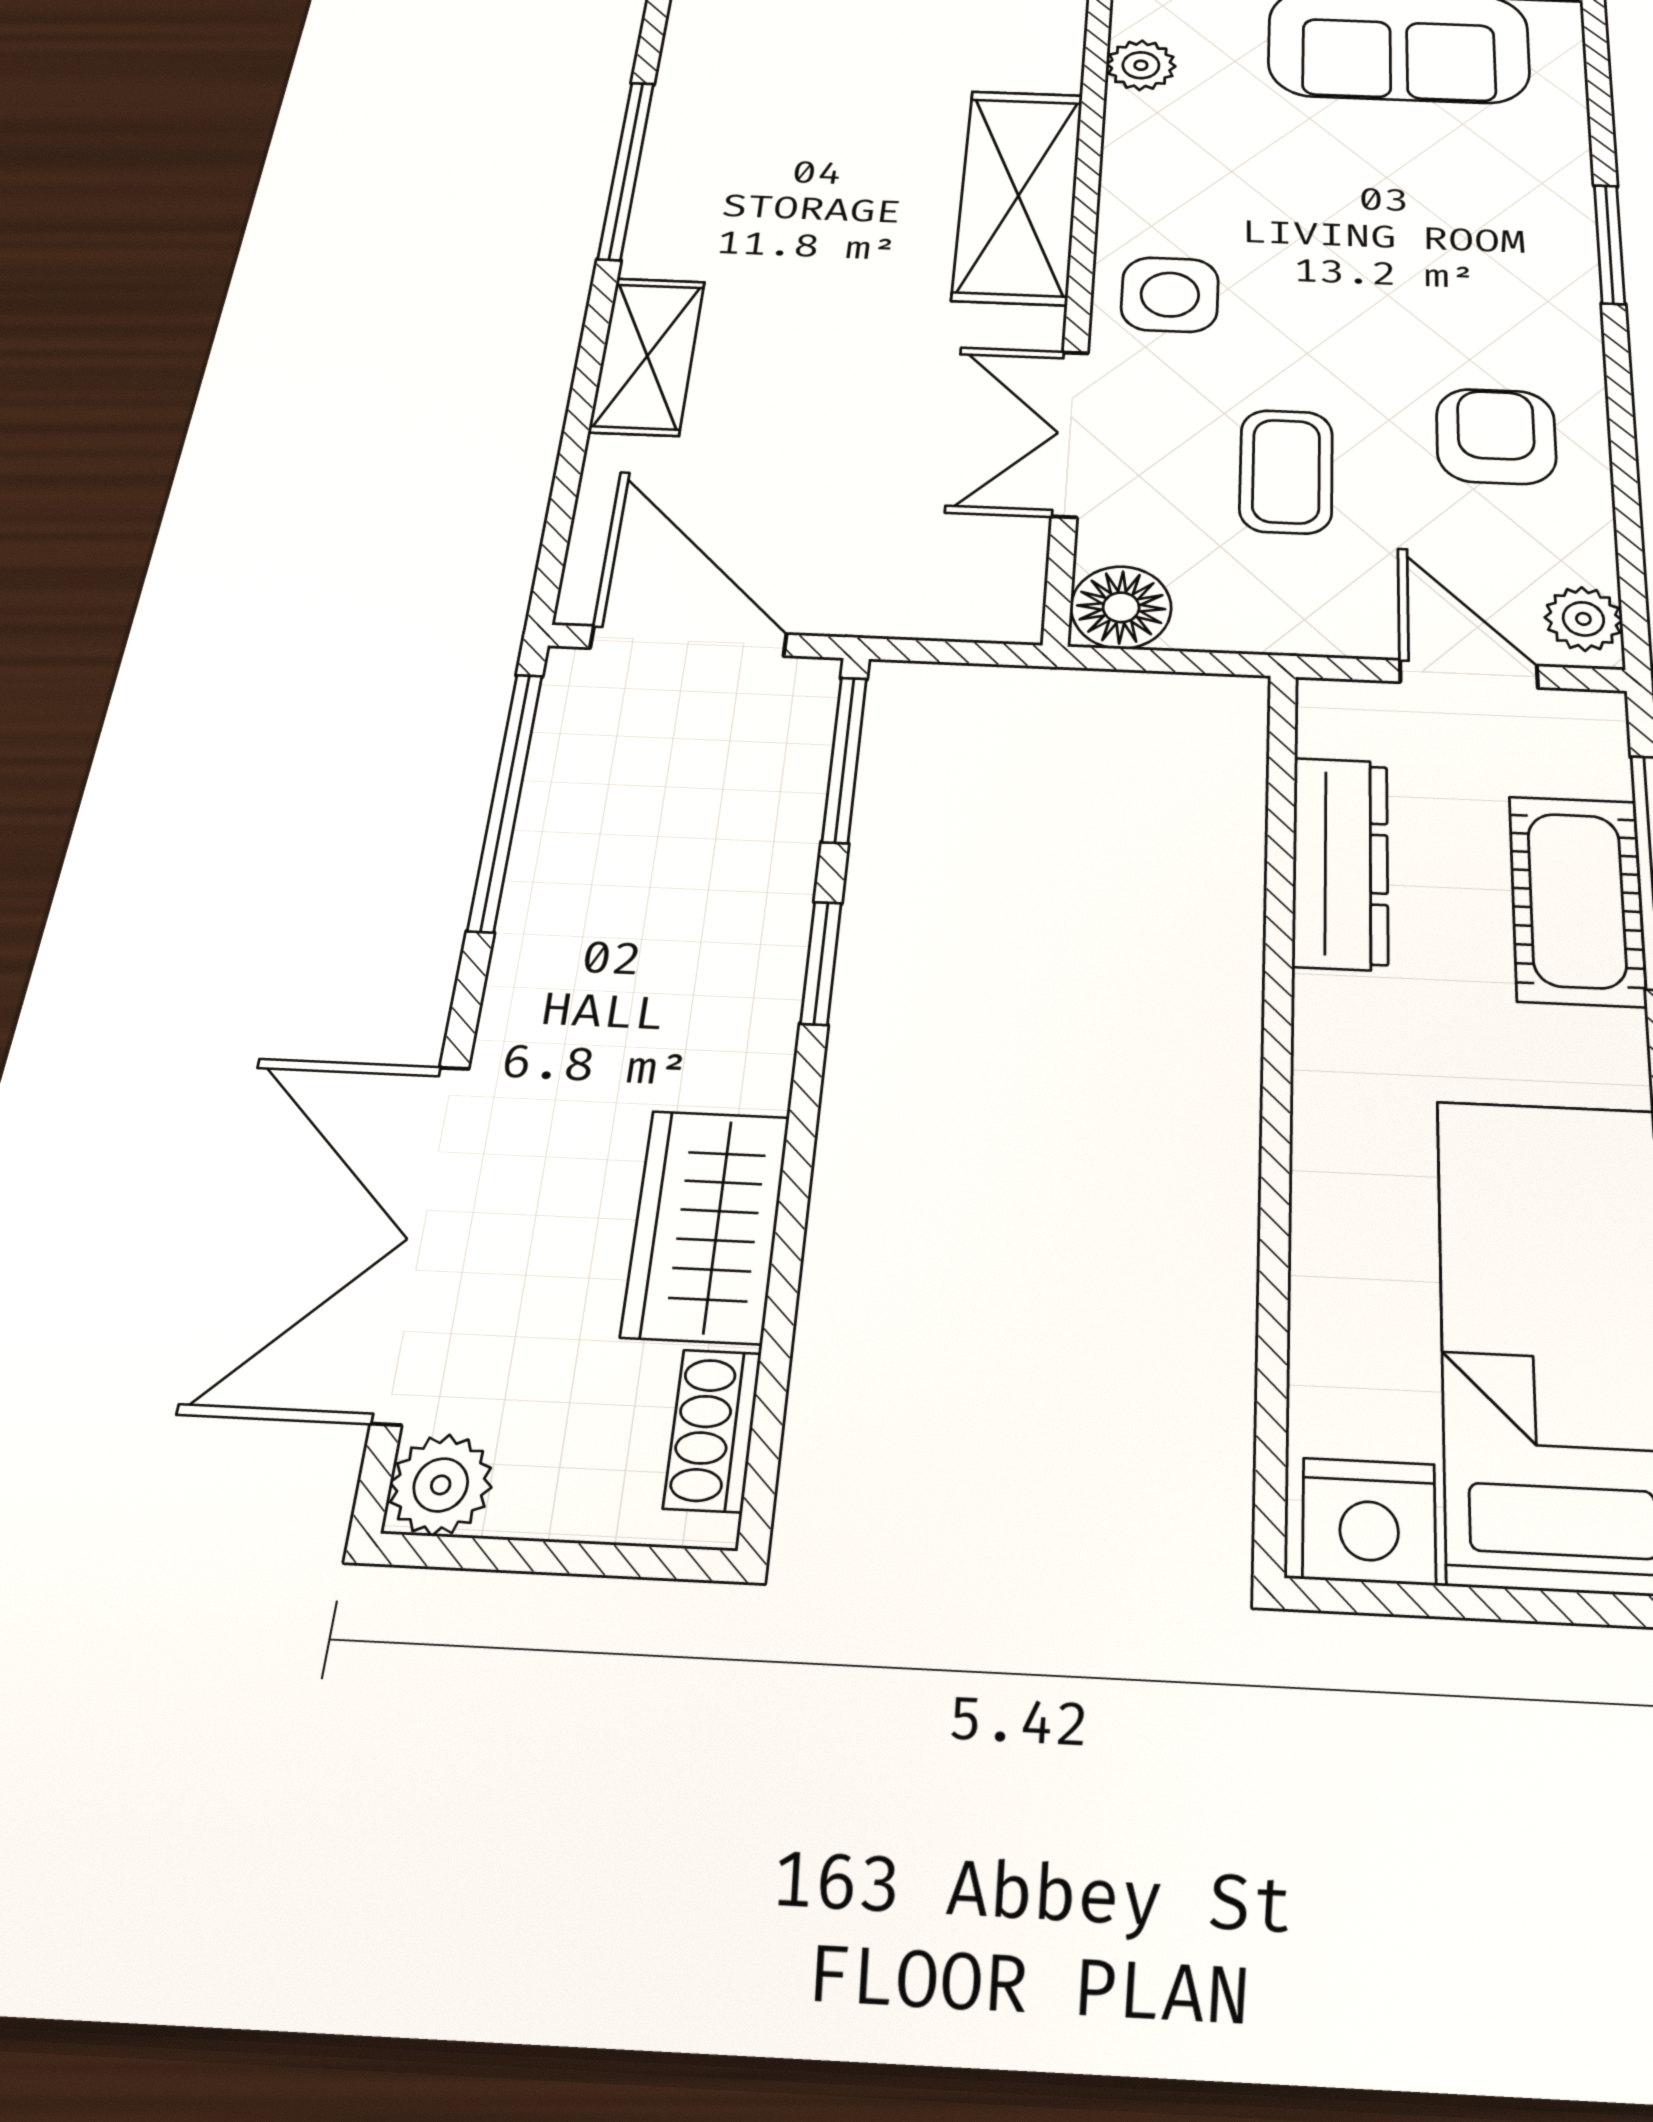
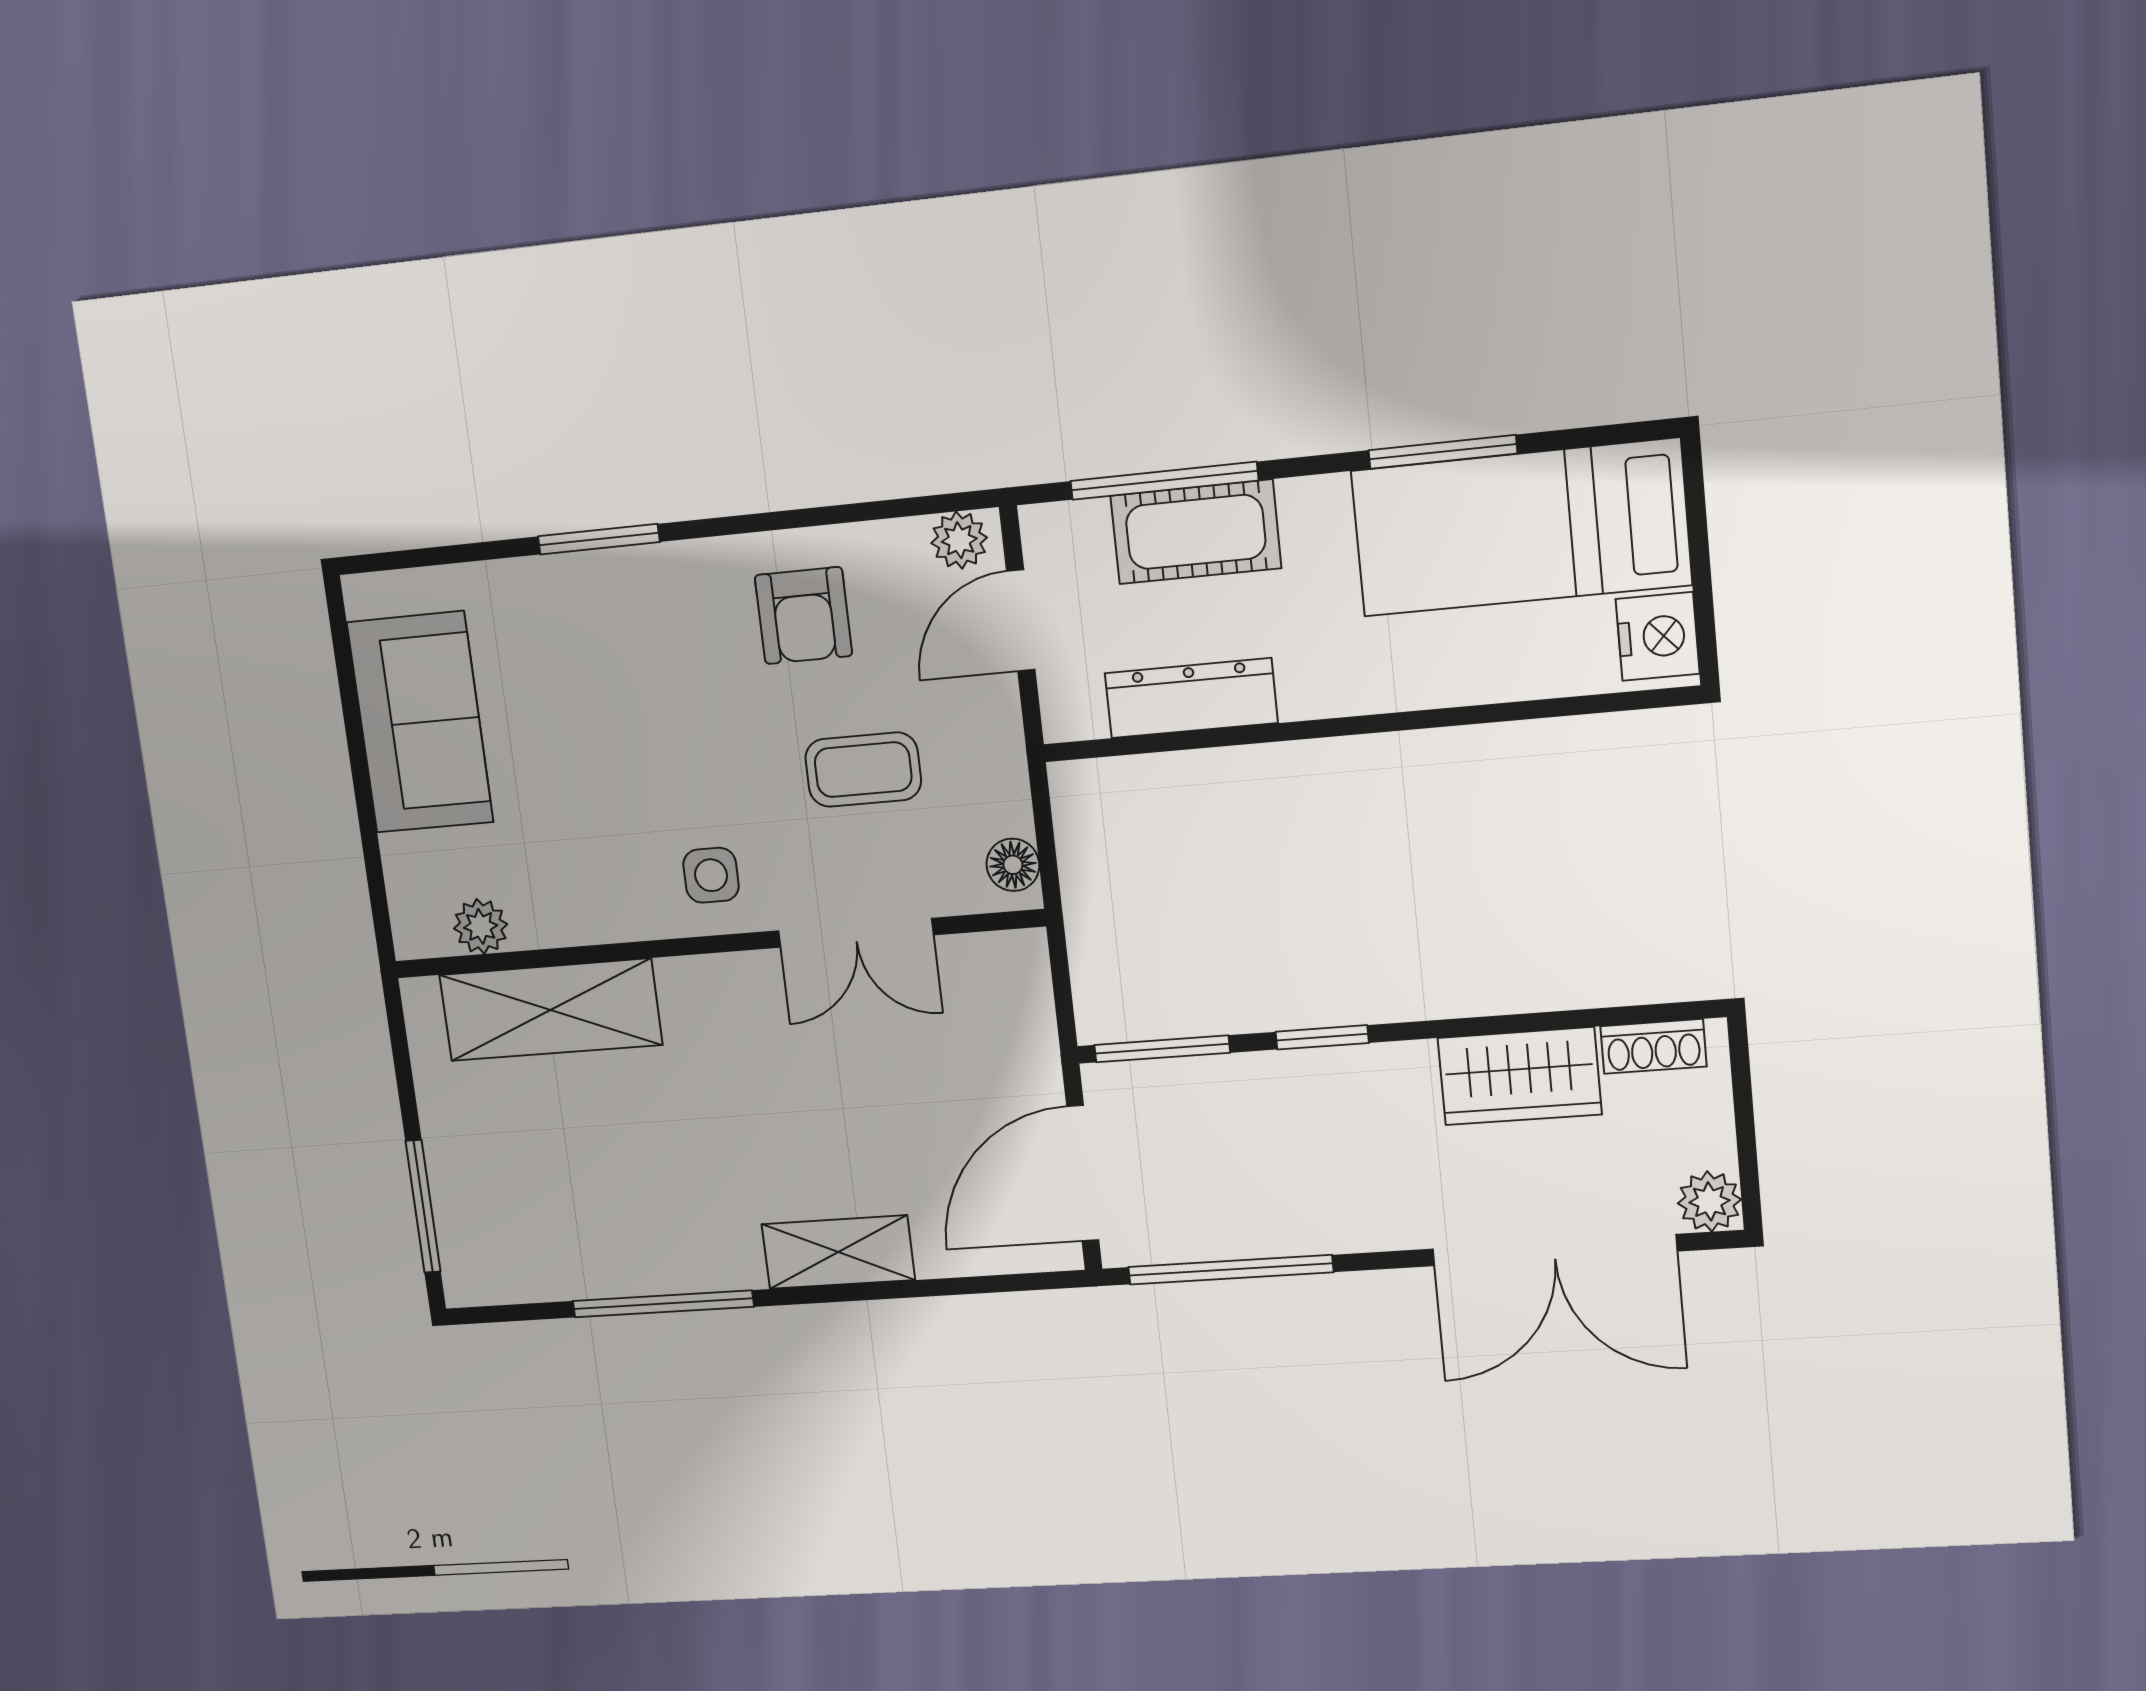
shelving: (1018, 196) -> (551, 1010), moved
side table: (1170, 295) -> (711, 875), width x0.73, depth x0.73
armchair: (1496, 436) -> (803, 616), turned -90
floor lamp: (1121, 607) -> (1013, 865), width x0.73, depth x0.73

